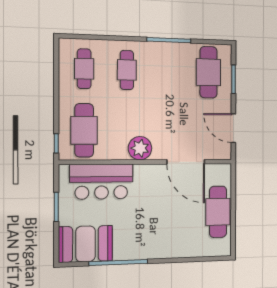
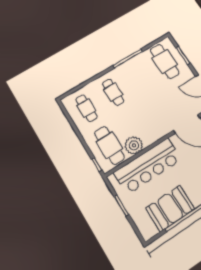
plant: (140, 148) -> (134, 145), moved
bar counter: (101, 182) -> (148, 166), width x1.36
booth: (85, 244) -> (170, 208), moved

